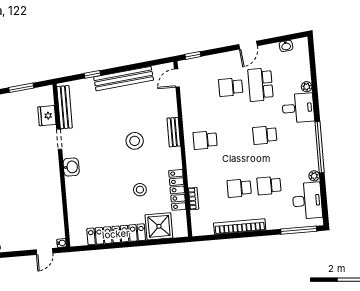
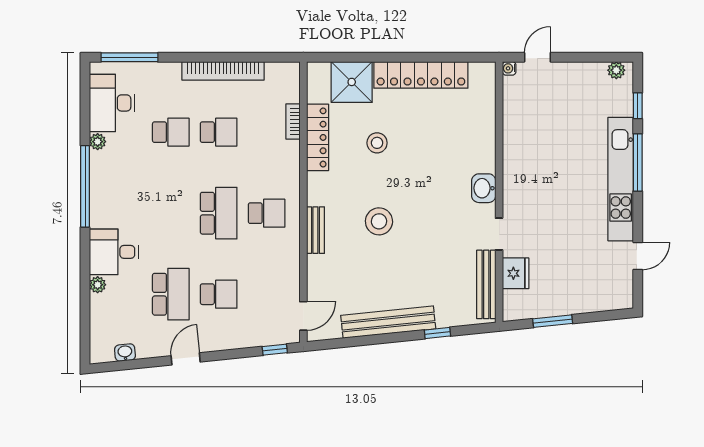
school desk: (265, 135) -> (219, 213), moved, width x1.85

